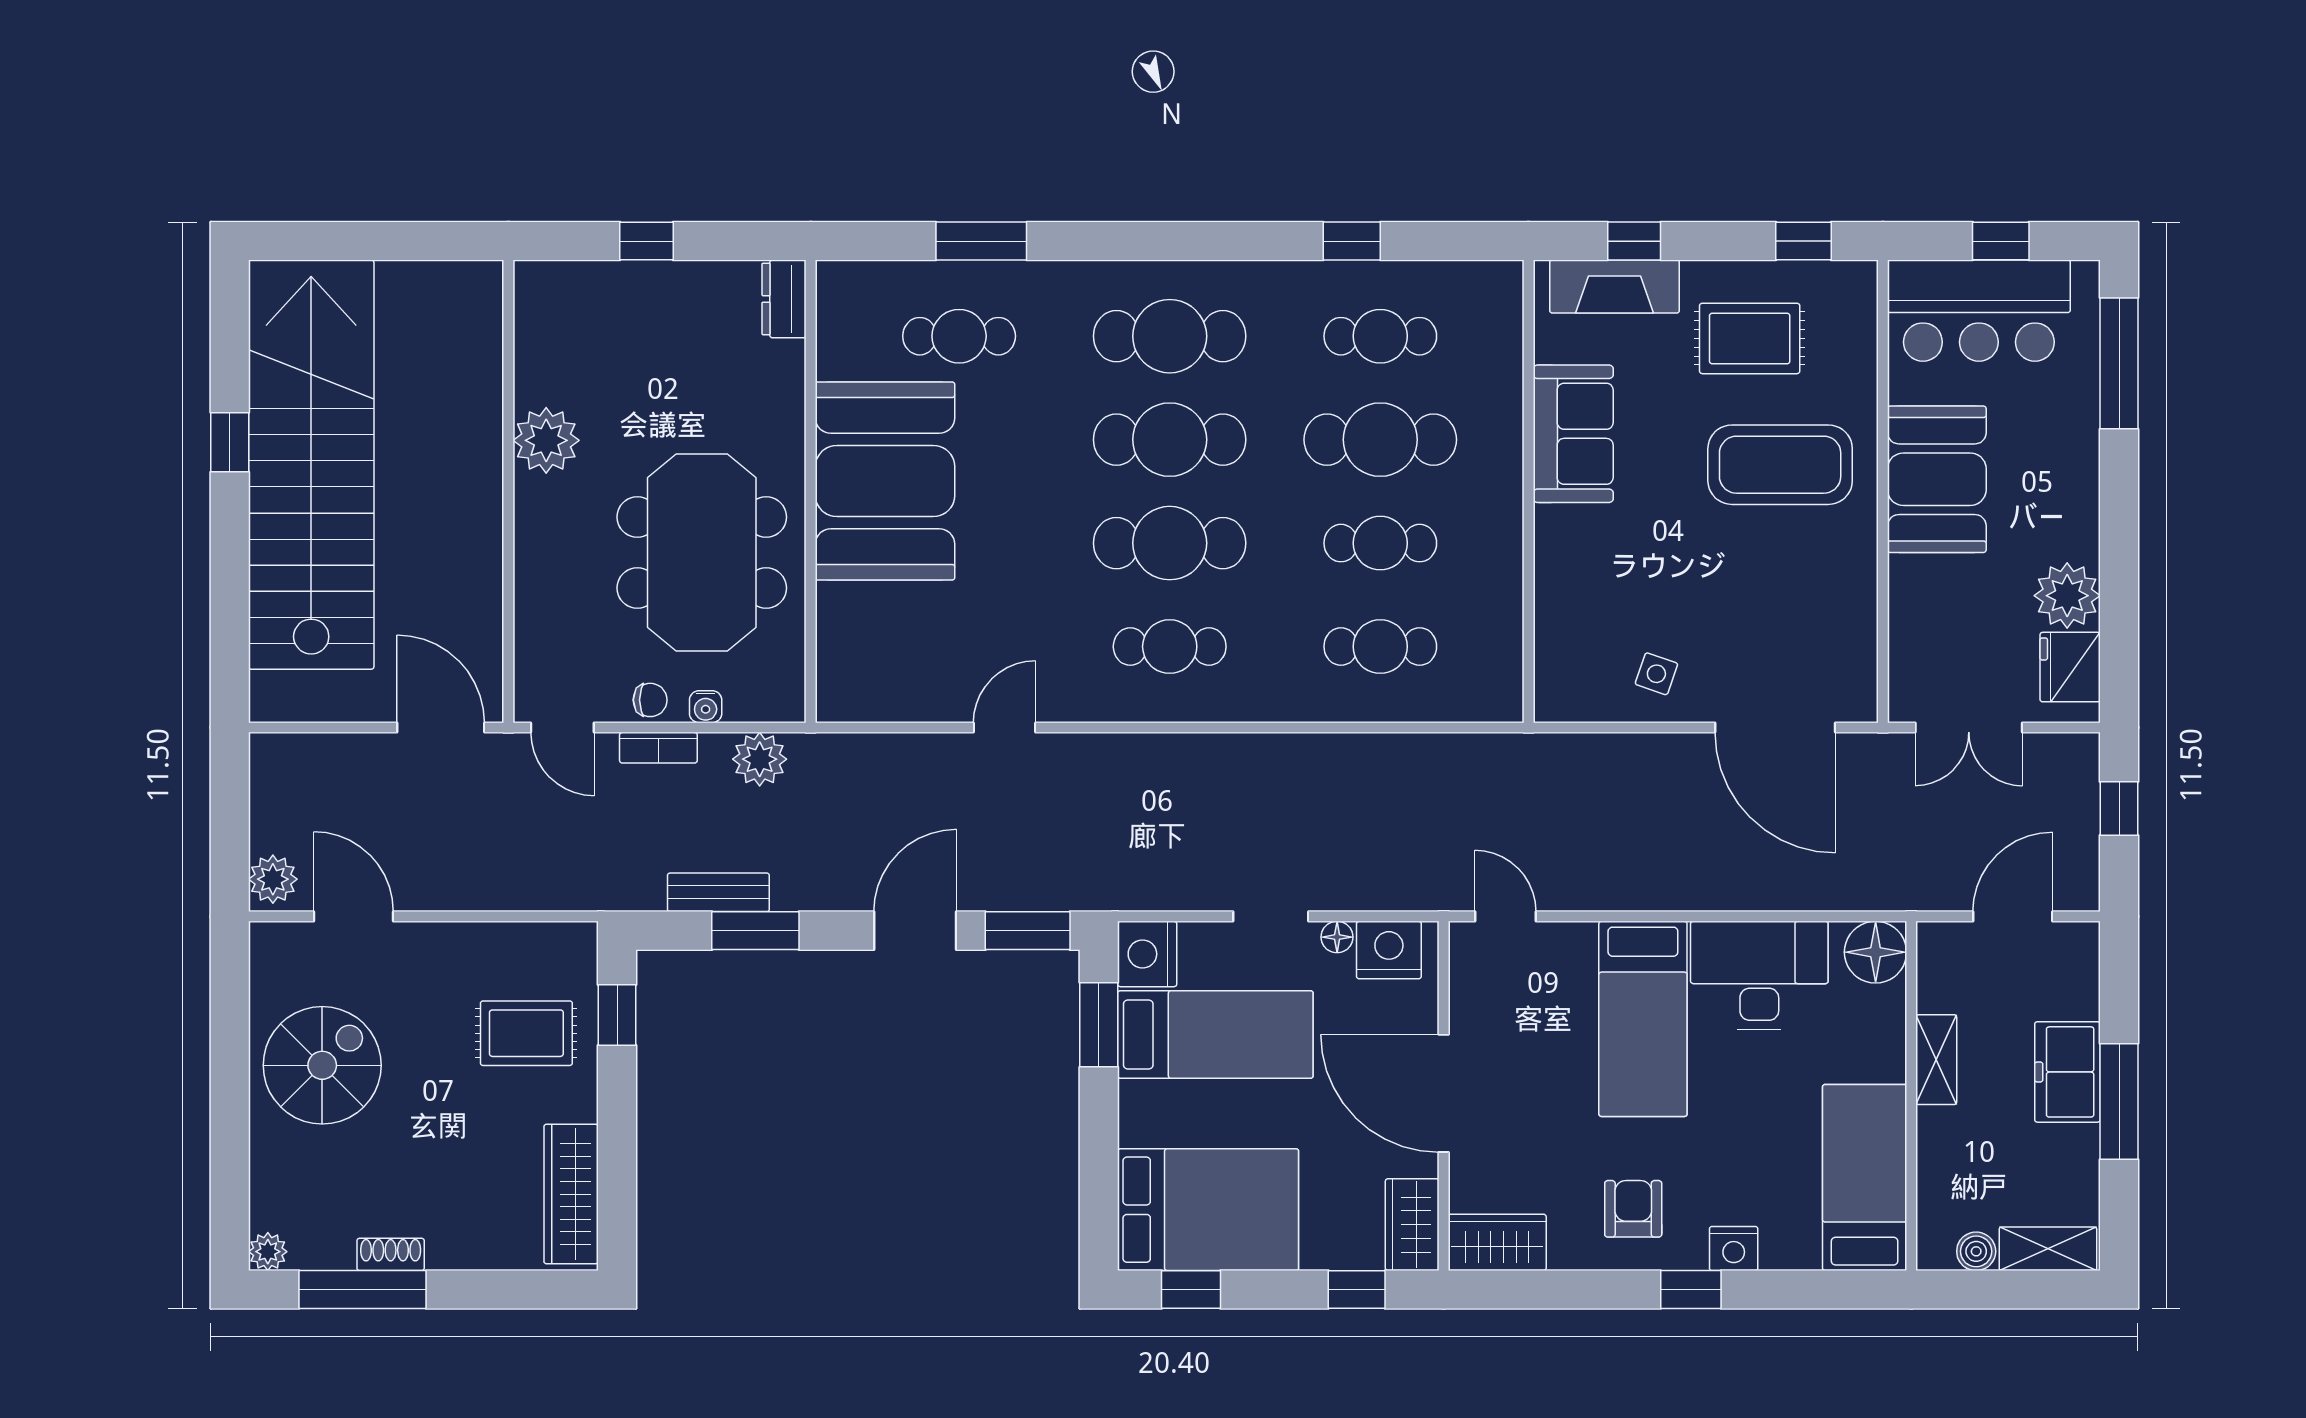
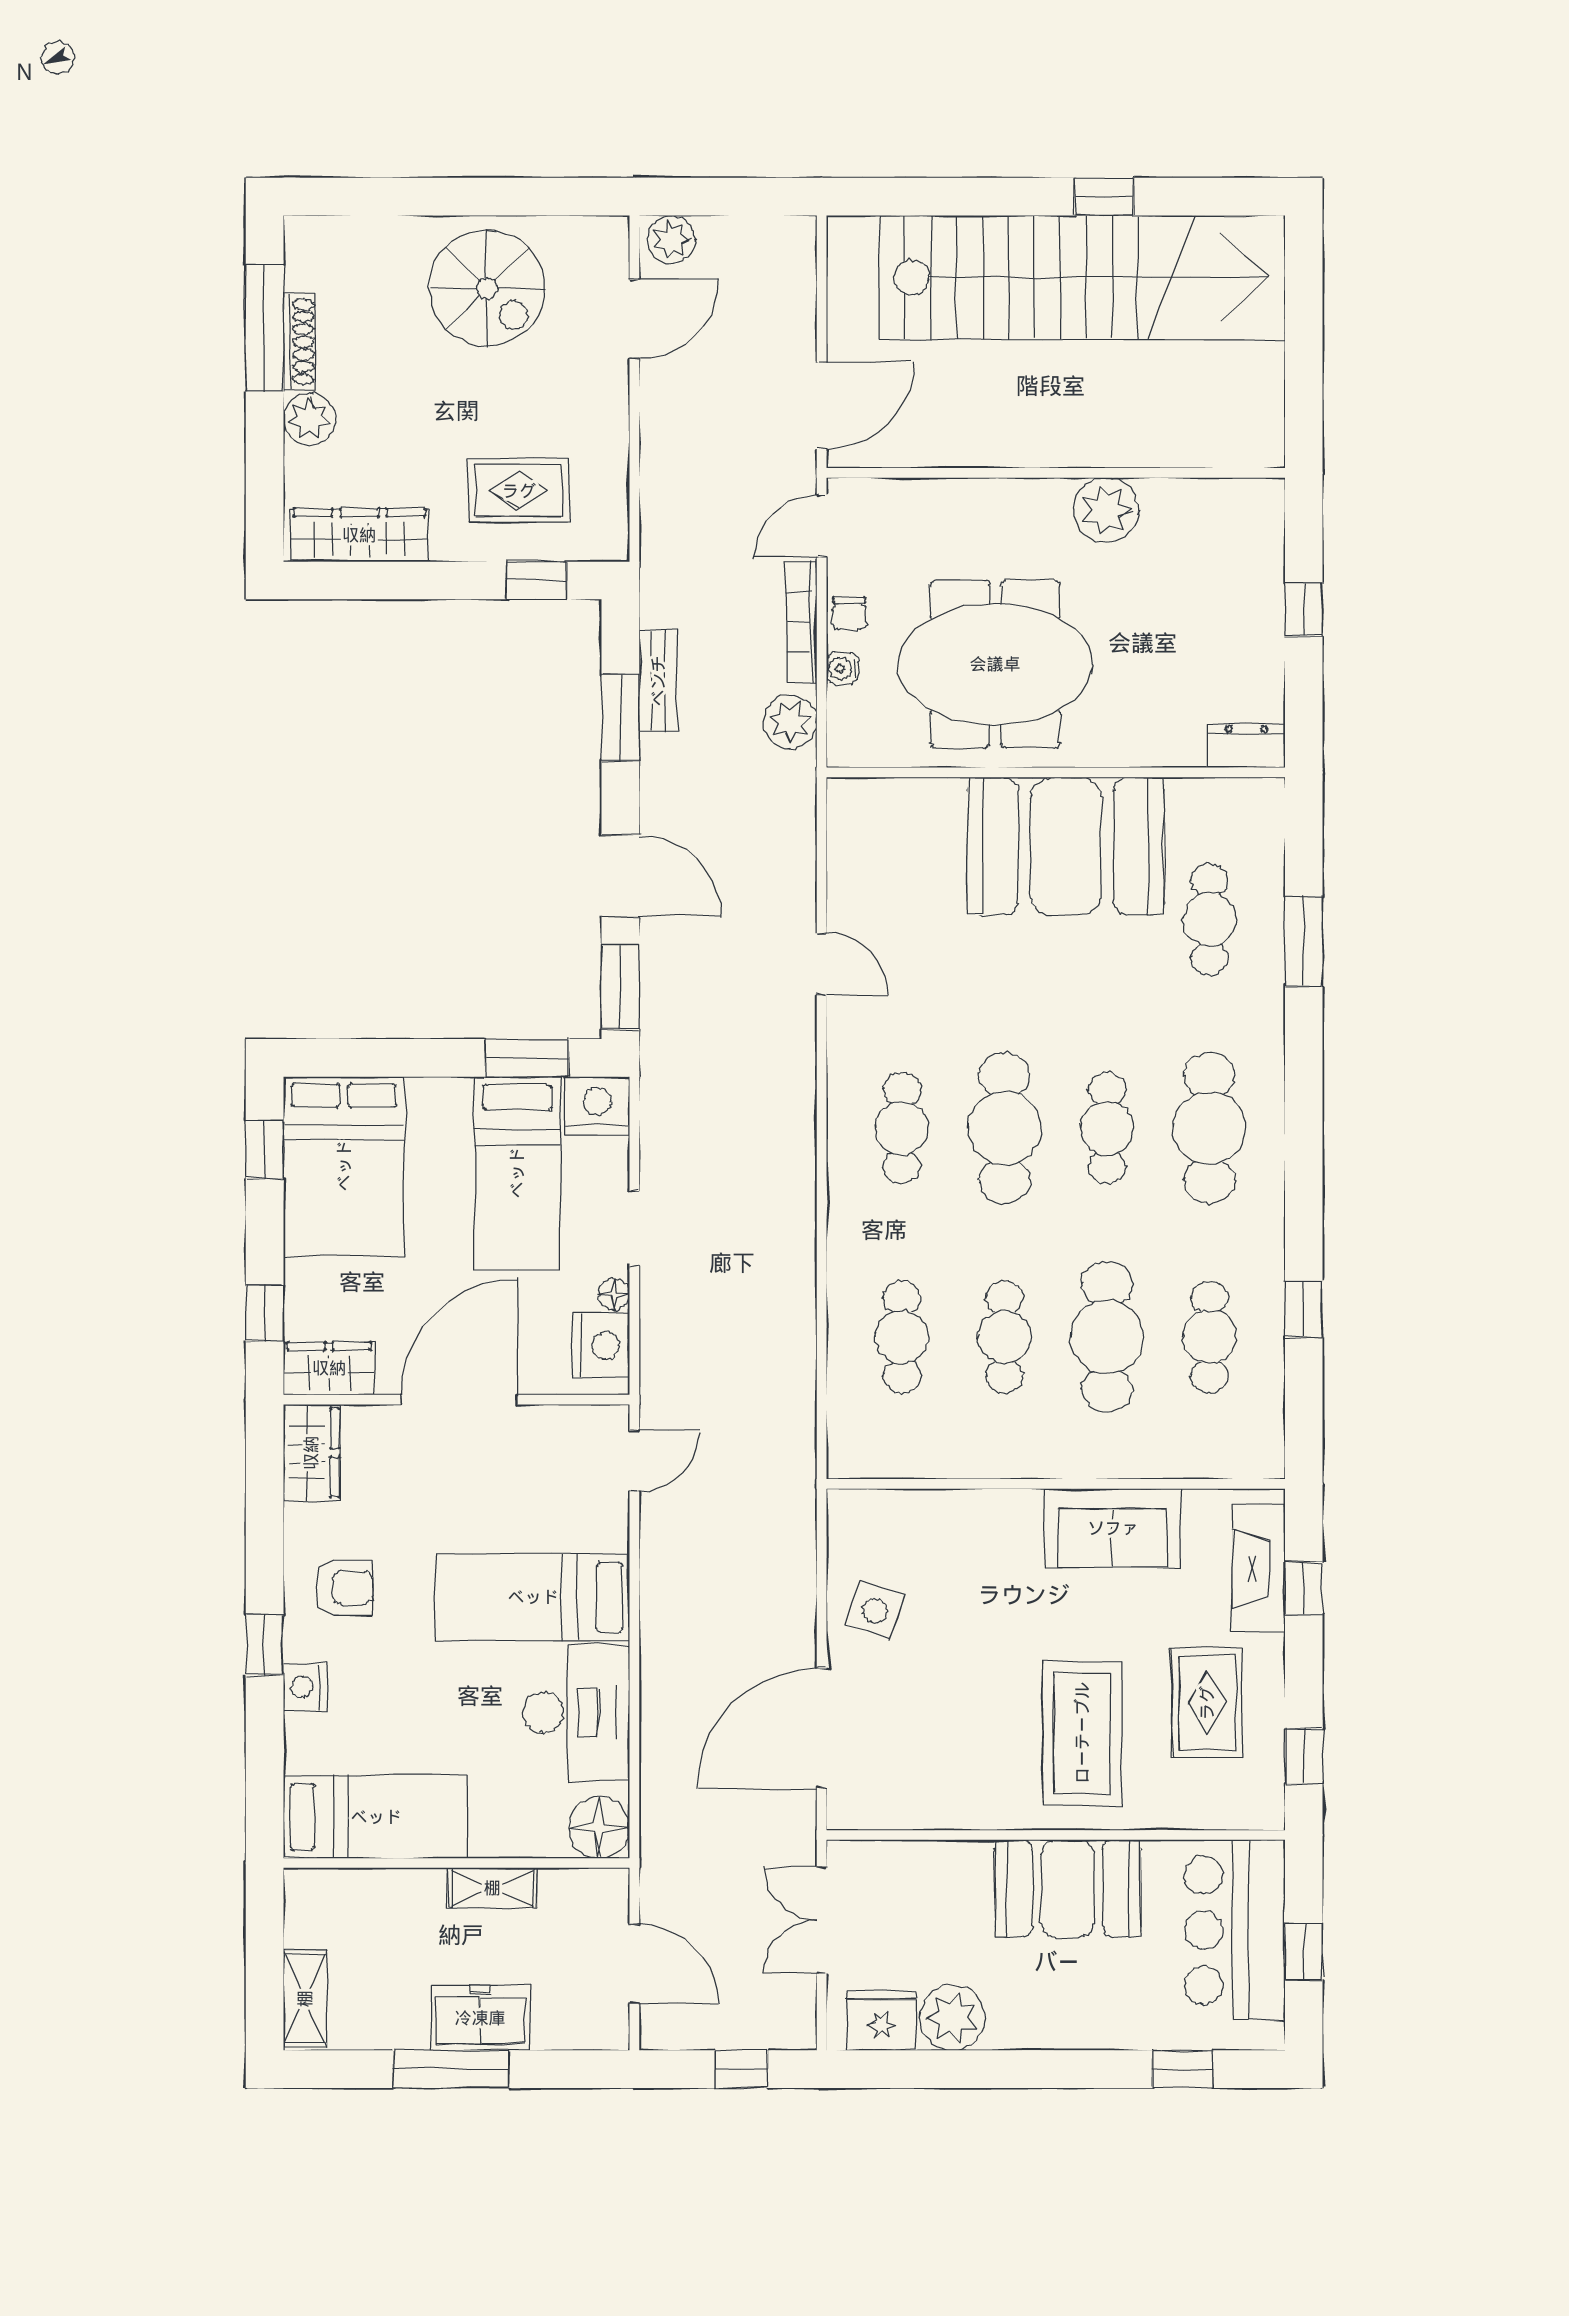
window: (2119, 363) -> (1182, 2069), width x0.46
cafe table: (1170, 440) -> (1107, 1128), width x0.73, depth x0.74
side table: (1656, 674) -> (875, 1611), width x1.37, depth x1.37
bookcase: (658, 748) -> (802, 621), width x1.56
rug: (526, 1033) -> (519, 491), turned 90
boiler: (1976, 1251) -> (302, 1927), removed
plant: (268, 1252) -> (309, 419), moved, width x1.38, depth x1.38
shoe rack: (391, 1254) -> (299, 342), width x1.43

